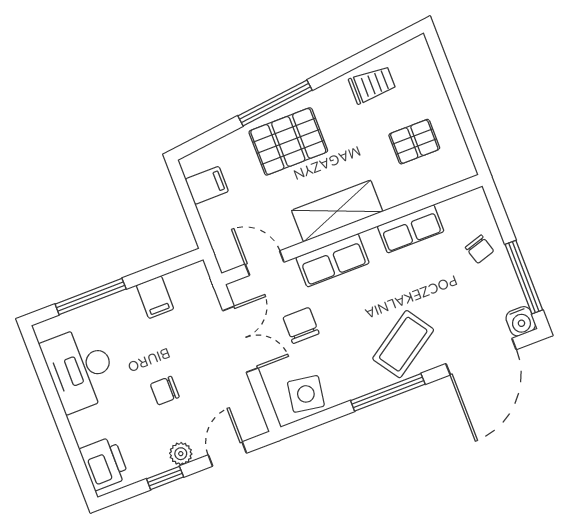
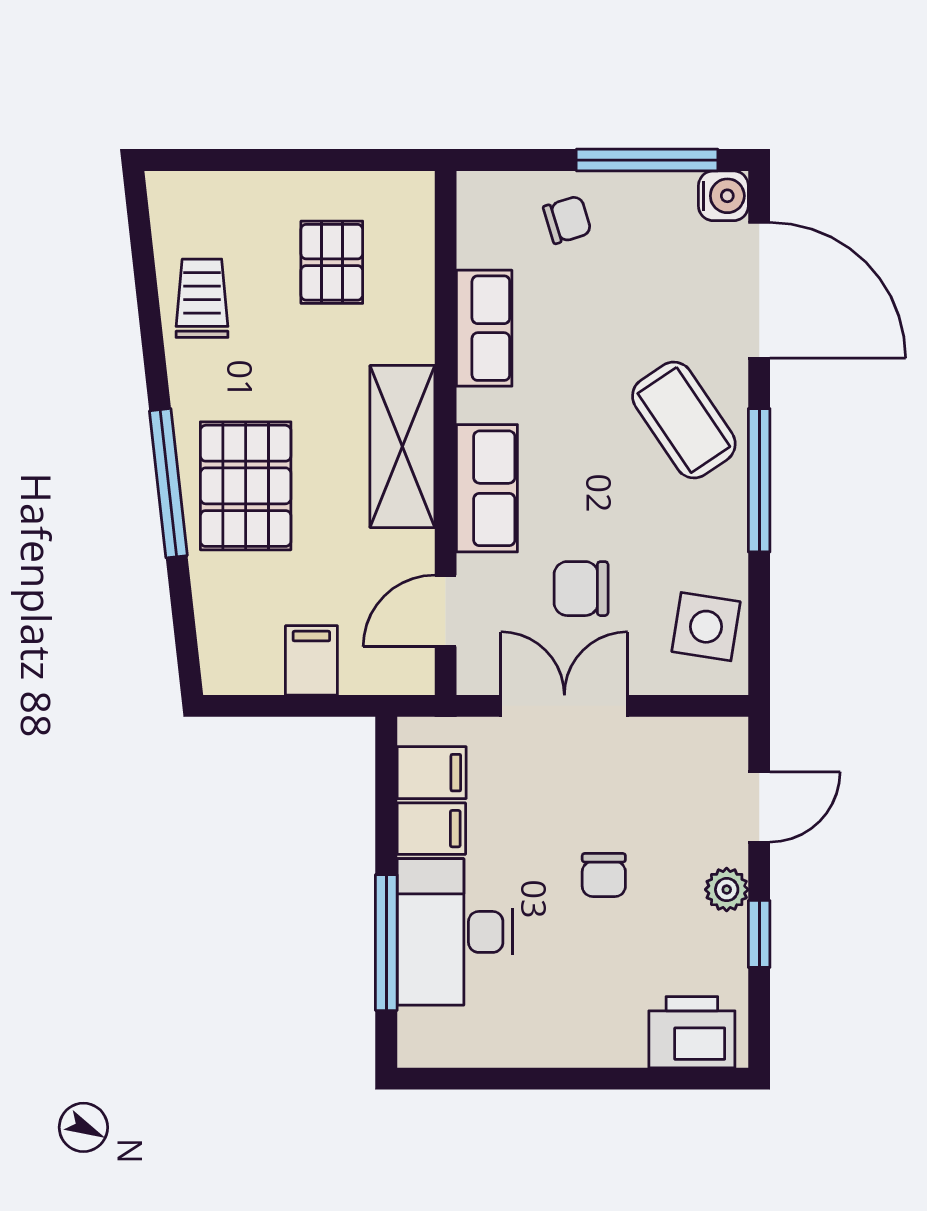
filing cabinet: (207, 185) -> (311, 660), moved
filing cabinet: (183, 287) -> (432, 773), added
desk: (80, 369) -> (455, 932), moved, turned 90
door: (227, 454) -> (759, 807), swing flipped

